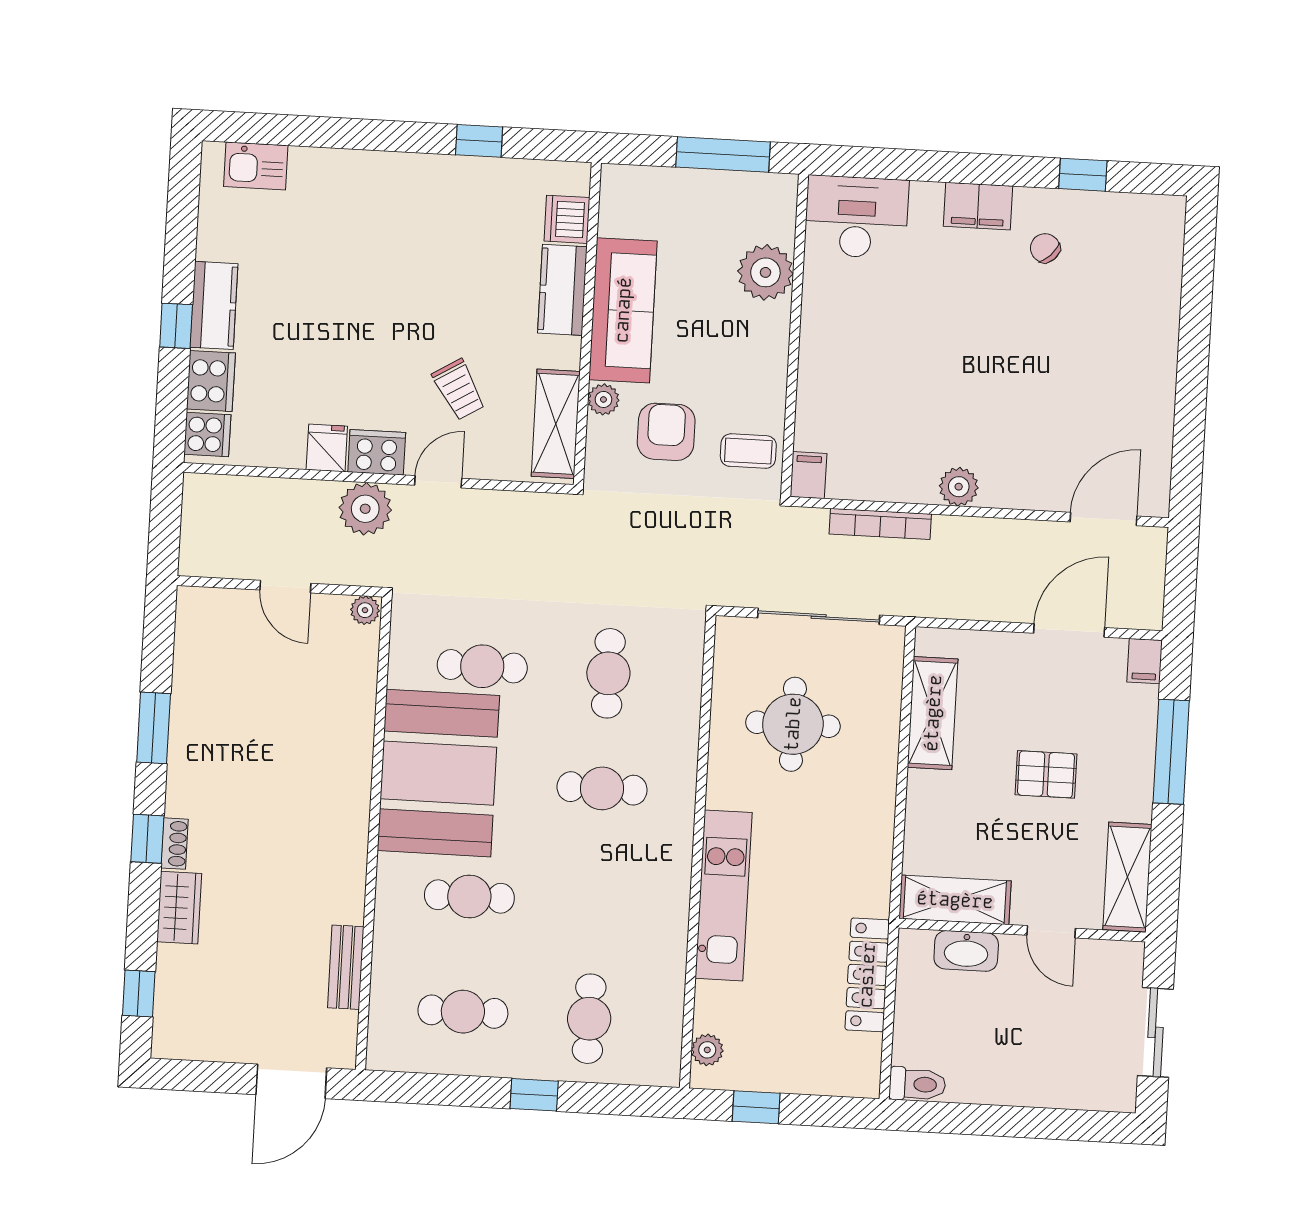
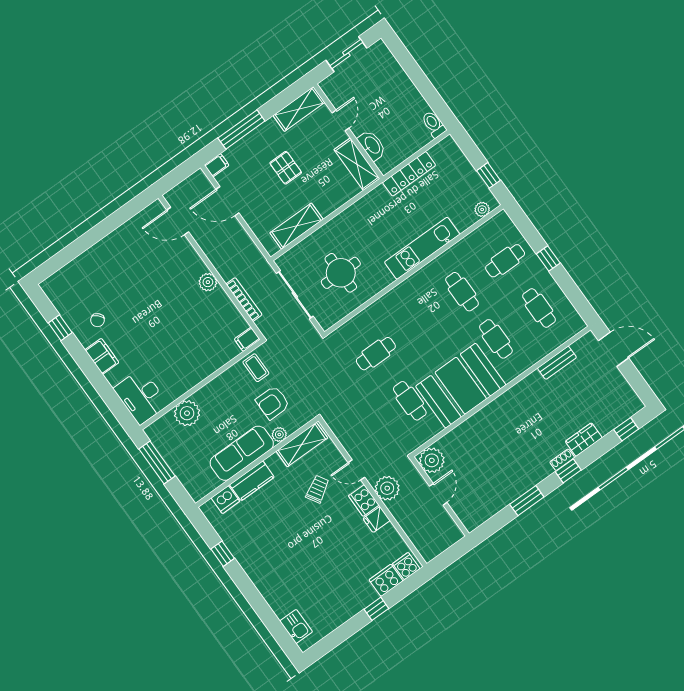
kitchen counter: (214, 305) -> (358, 601), removed
plant: (365, 610) -> (432, 460), width x1.87, depth x1.87
cafe table: (602, 788) -> (462, 292), moved

